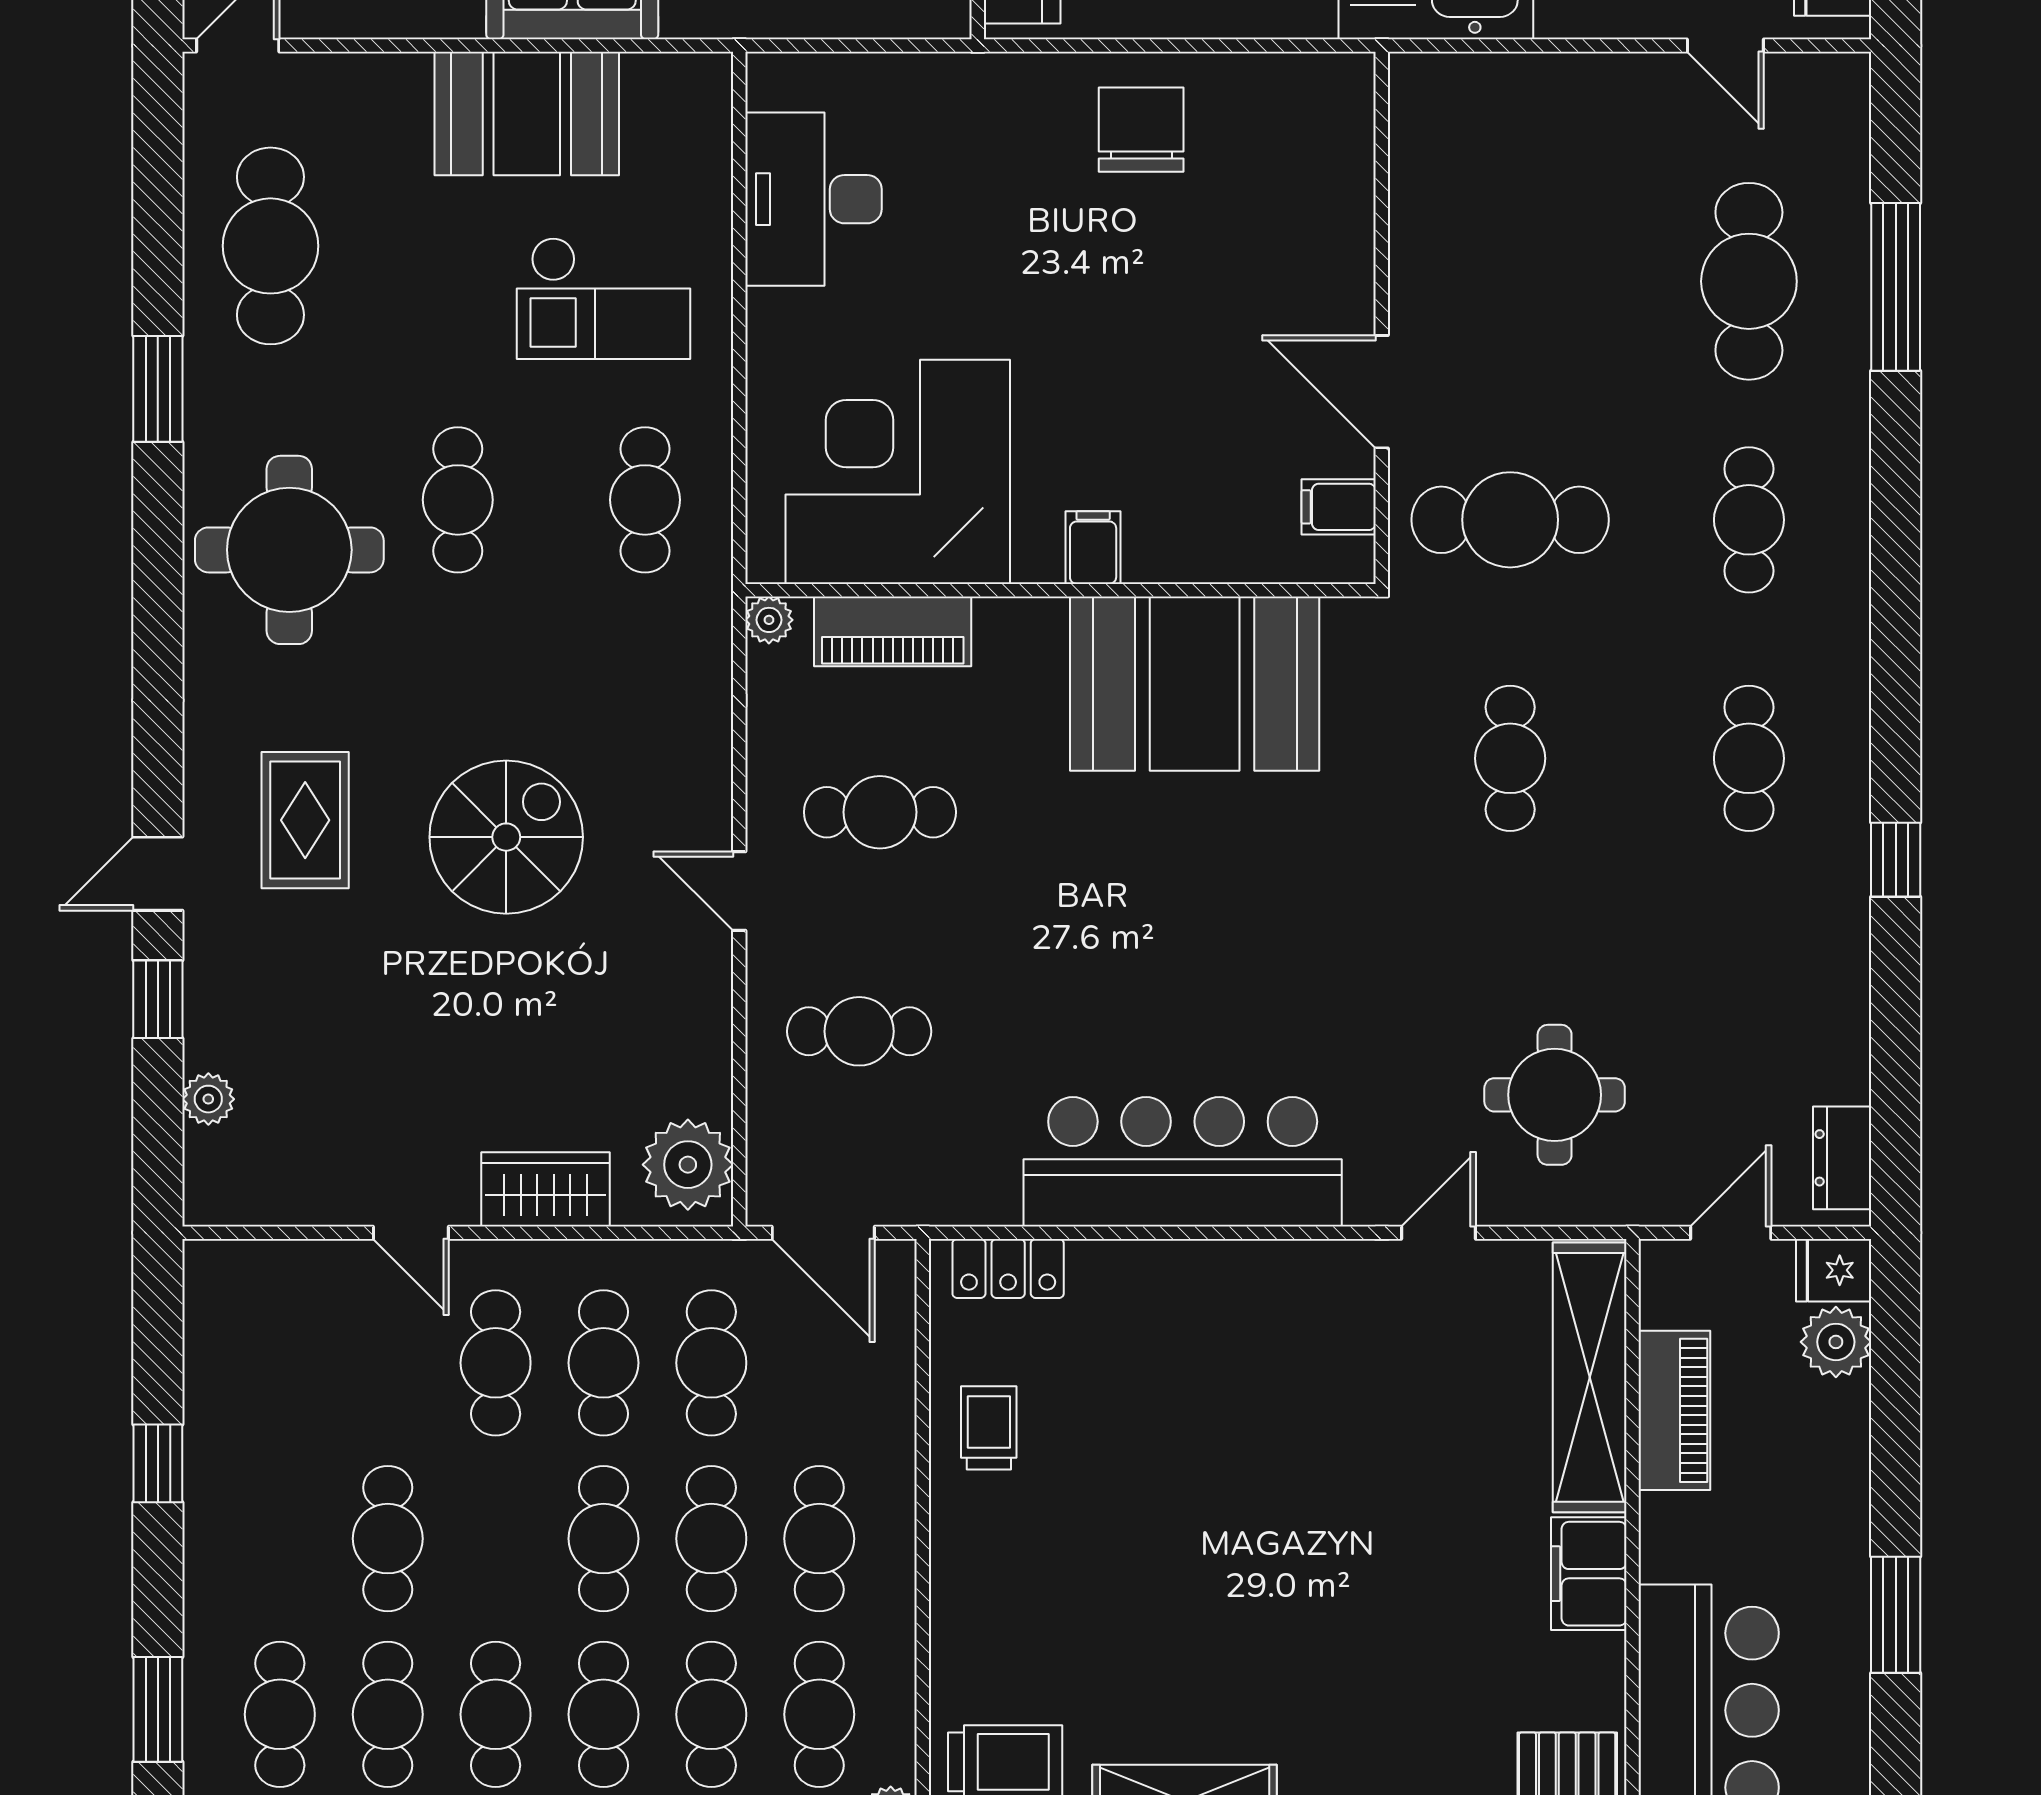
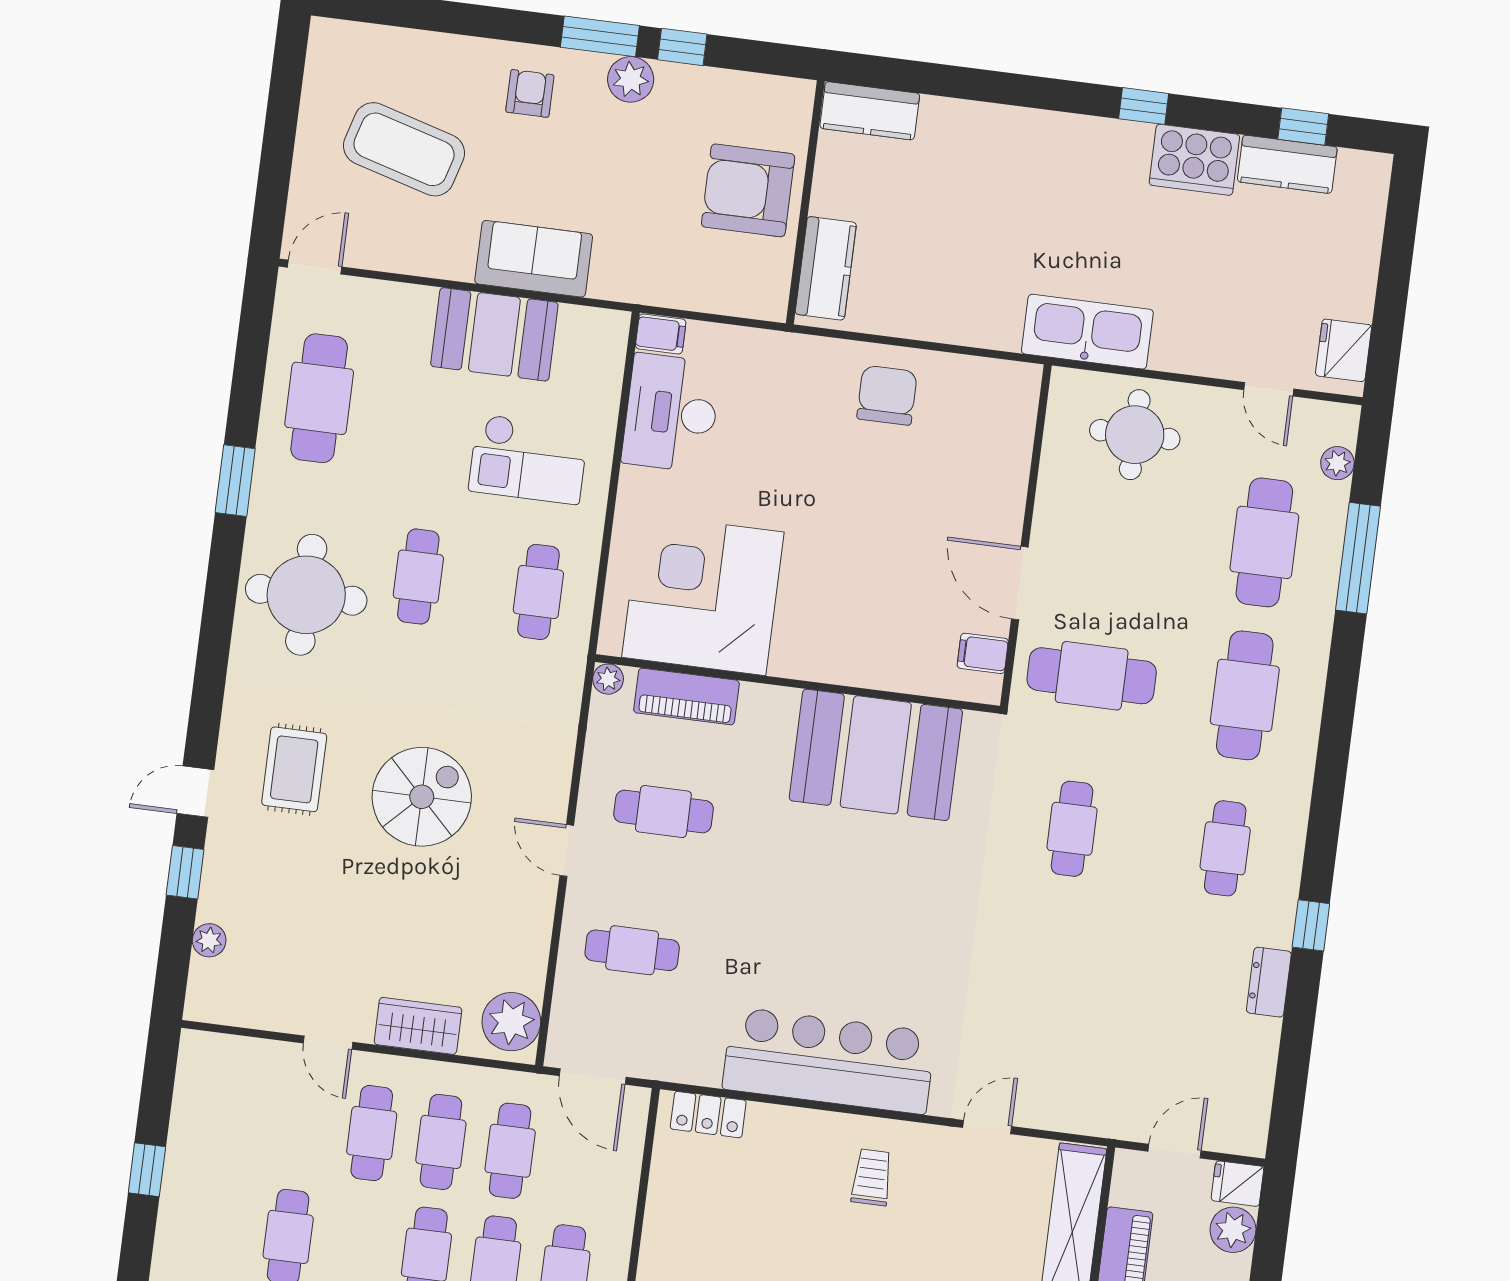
plant: (1845, 145) -> (1337, 463), added
cafe table: (1749, 520) -> (1245, 695), width x1.37, depth x1.35
filing cabinet: (1093, 548) -> (661, 334), moved, turned 90
round table: (1555, 1095) -> (1135, 435), moved
dresser: (1842, 1158) -> (1269, 982), moved
trolley: (989, 1428) -> (872, 1177), moved

